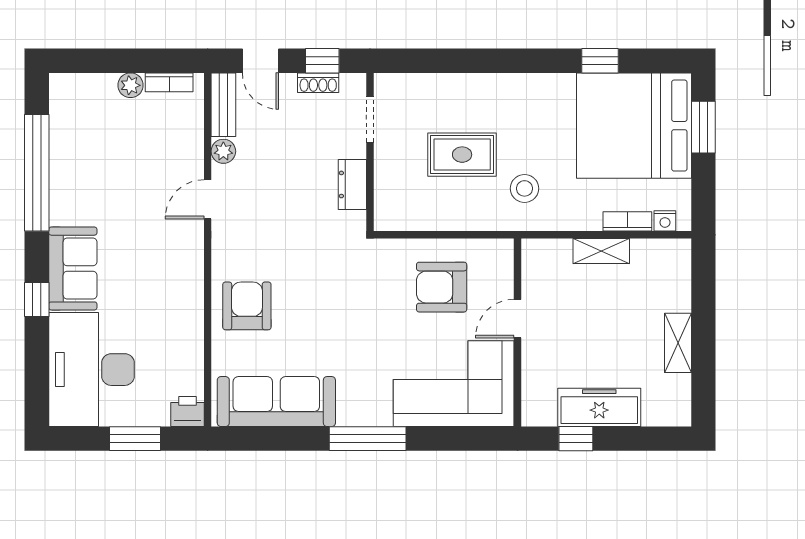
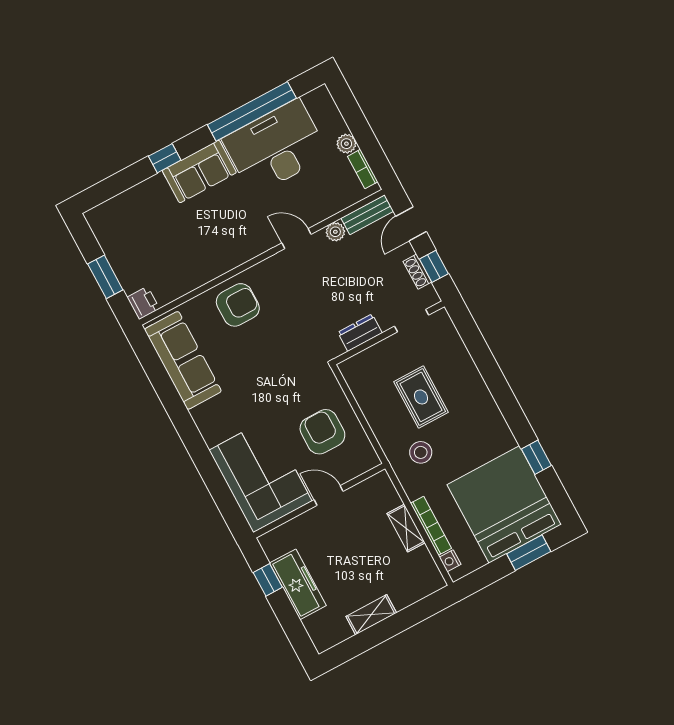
bookcase: (627, 221) -> (431, 526), width x1.56
desk: (92, 370) -> (276, 147), moved
window: (368, 439) -> (191, 437), removed

